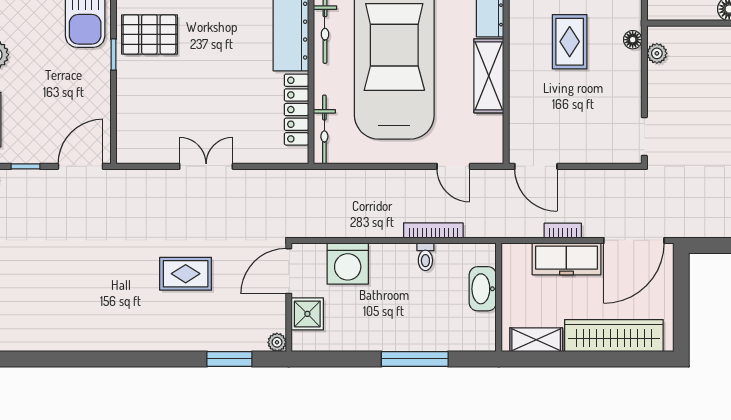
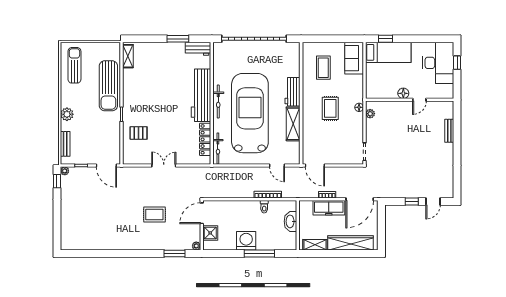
pallet: (149, 34) -> (139, 133), moved, width x0.67, depth x0.71
door: (80, 166) -> (106, 165), swing flipped
washing machine: (348, 264) -> (246, 241), moved, turned 180

